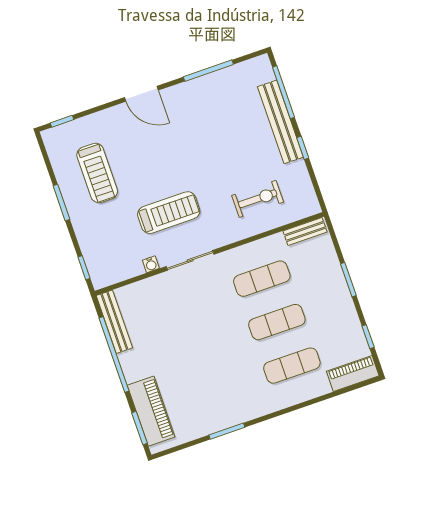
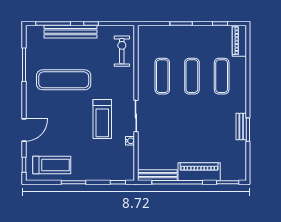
door: (141, 94) -> (24, 130), moved
exercise mat: (206, 136) -> (64, 80), added
treadmill: (97, 173) -> (52, 165), moved
exercise bike: (258, 199) -> (122, 51), moved
treadmill: (169, 213) -> (102, 119), turned 180
bench: (305, 232) -> (241, 127), moved
piano: (151, 411) -> (199, 172), moved

